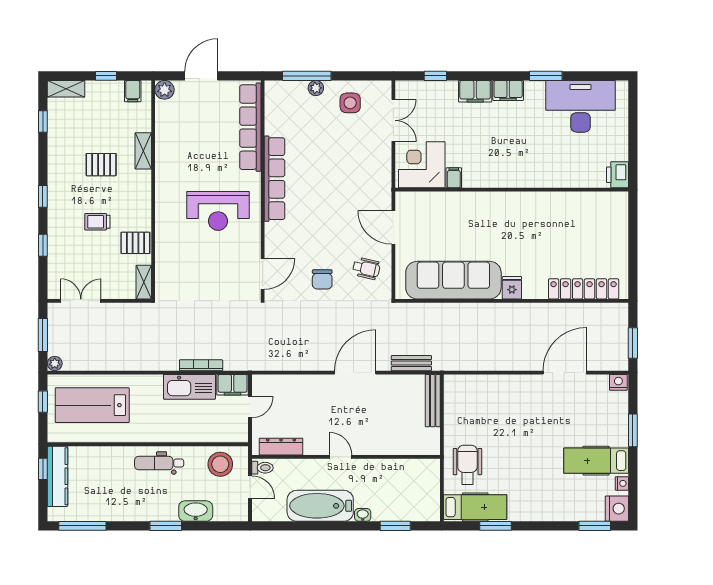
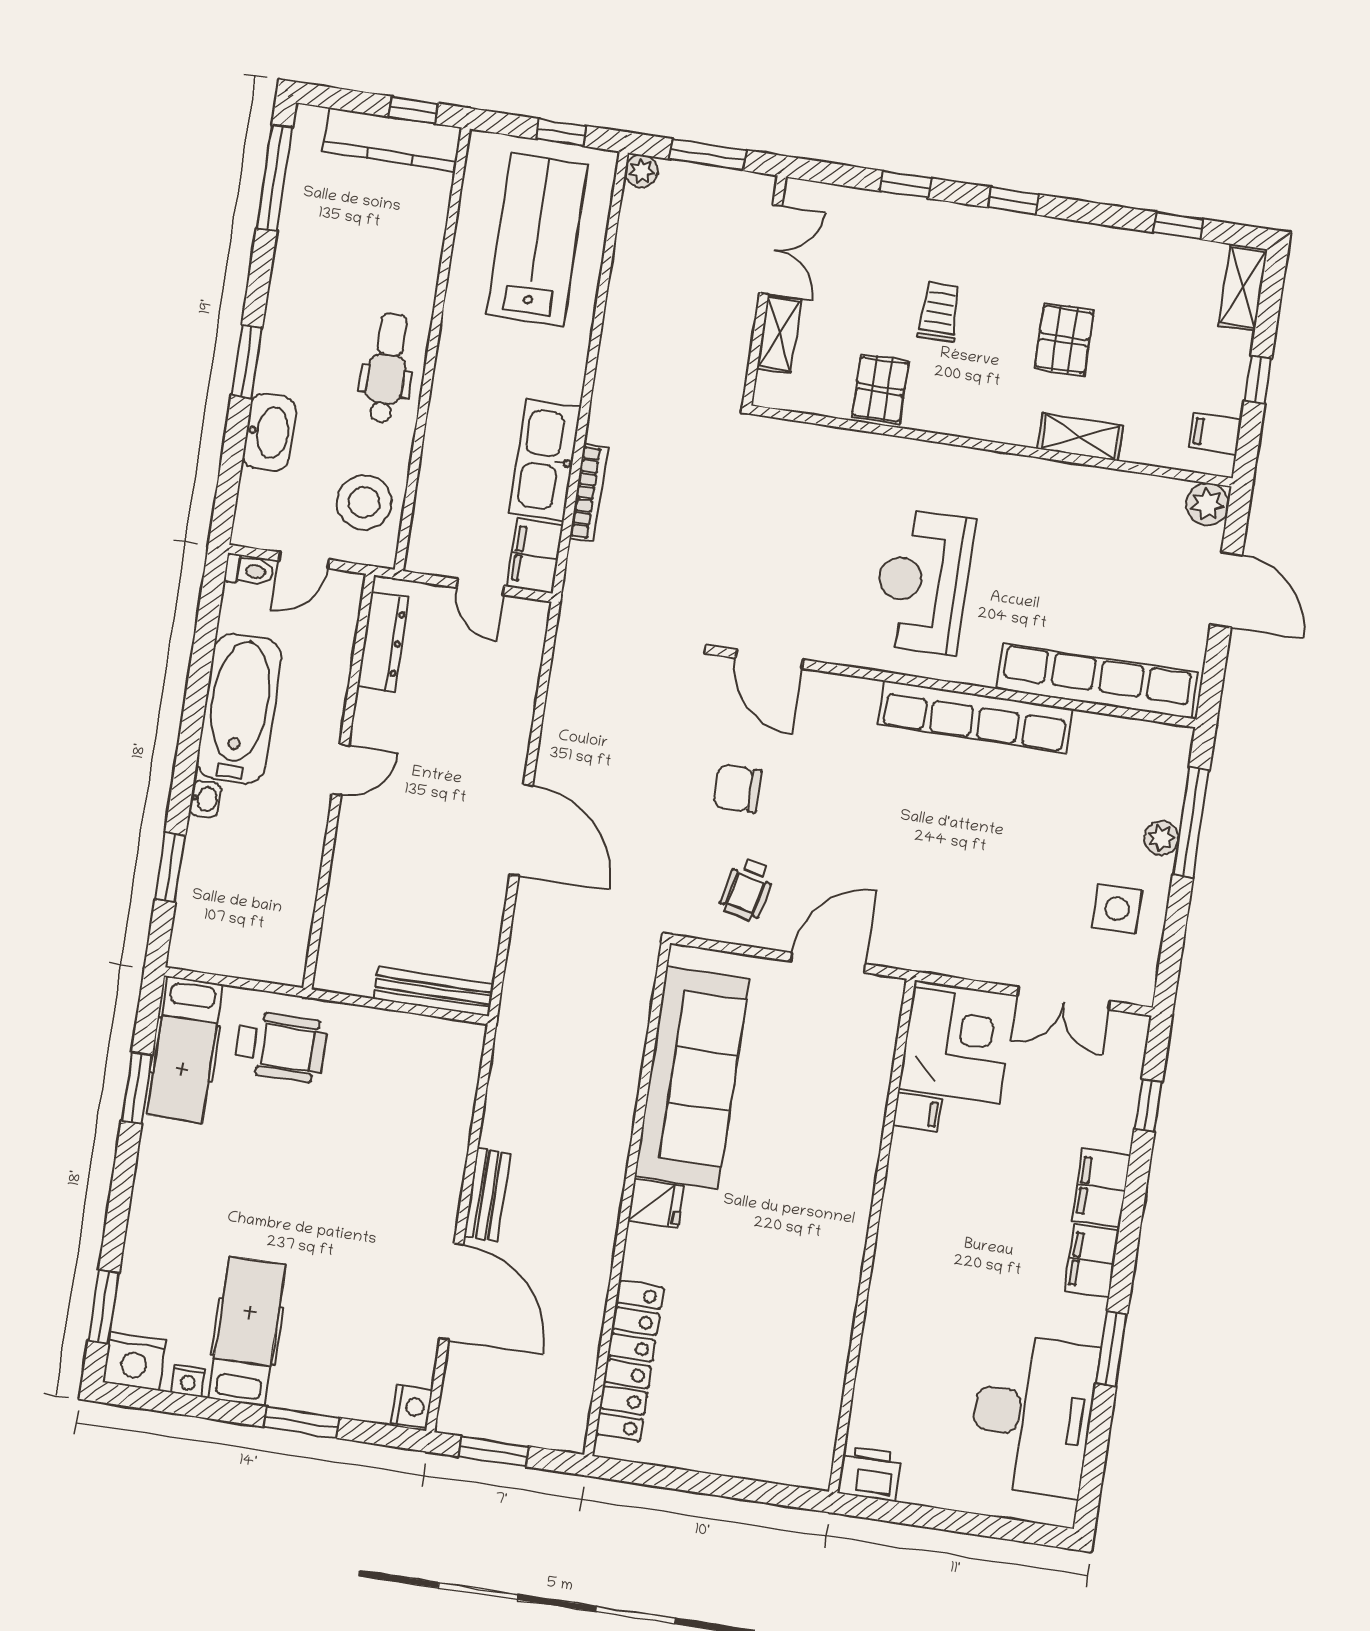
shelving: (144, 282) -> (779, 334), moved, turned 90
bench: (411, 363) -> (487, 1195), moved
toilet: (262, 468) -> (249, 571), moved, turned -90

